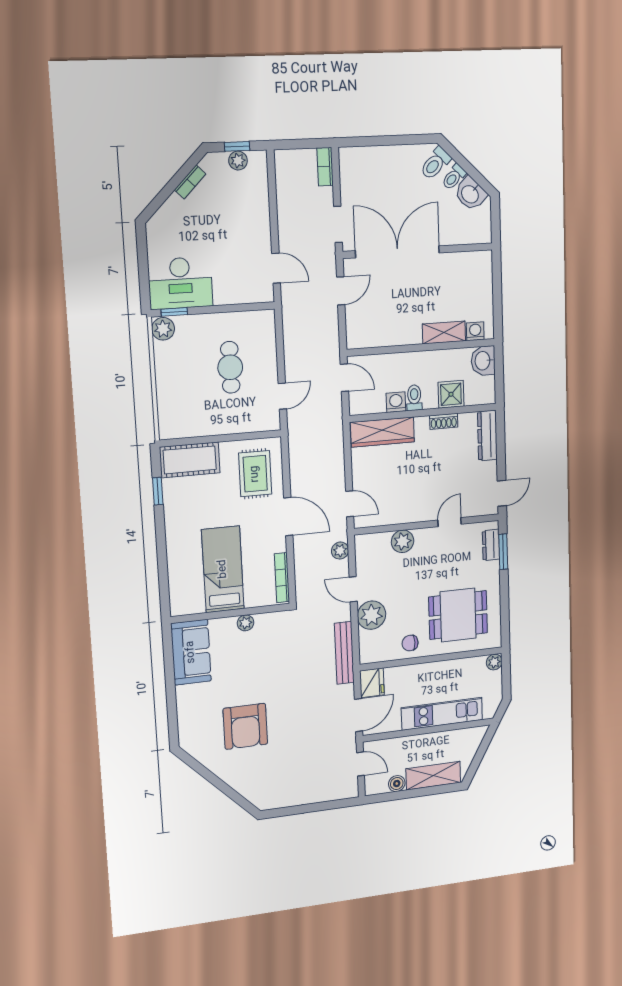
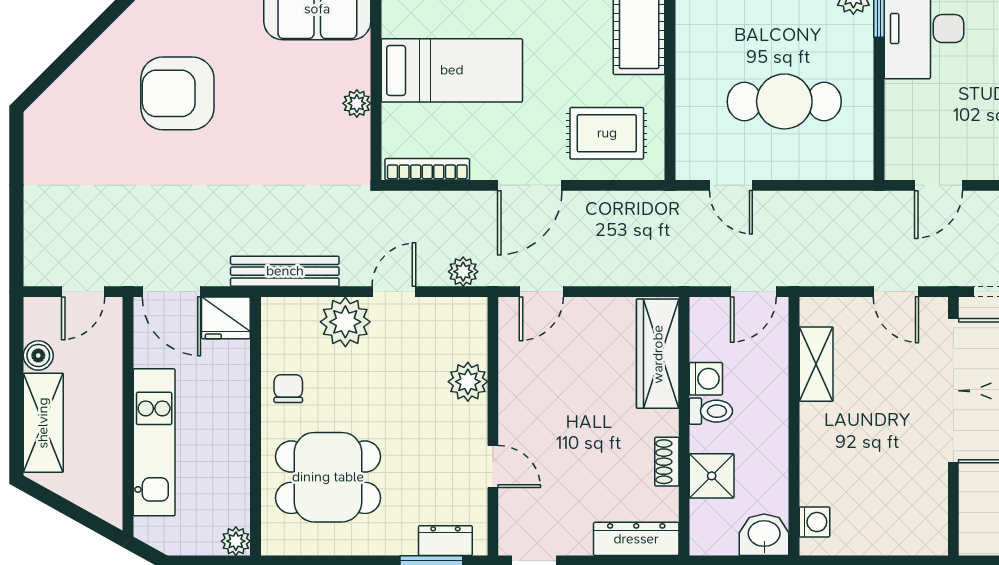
shelving: (444, 333) -> (816, 364), moved
cafe table: (230, 367) -> (784, 101), width x1.37, depth x1.35
dining table: (458, 615) -> (328, 477), turned 90

